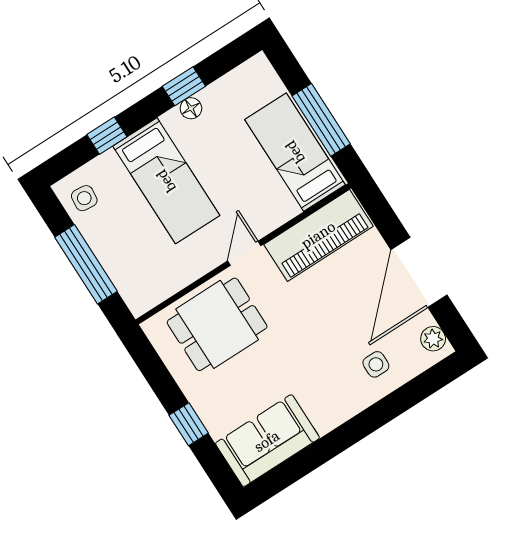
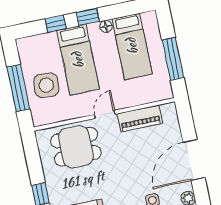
window: (184, 86) -> (88, 17), moved
bed: (295, 152) -> (132, 46), moved, turned 180
side table: (84, 198) -> (46, 85), moved, width x1.87, depth x1.87
piano: (318, 235) -> (140, 118), width x0.73, depth x0.75

